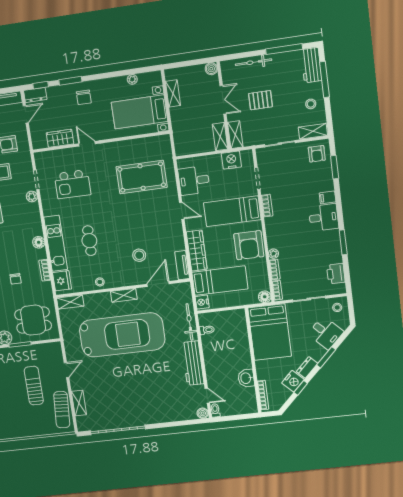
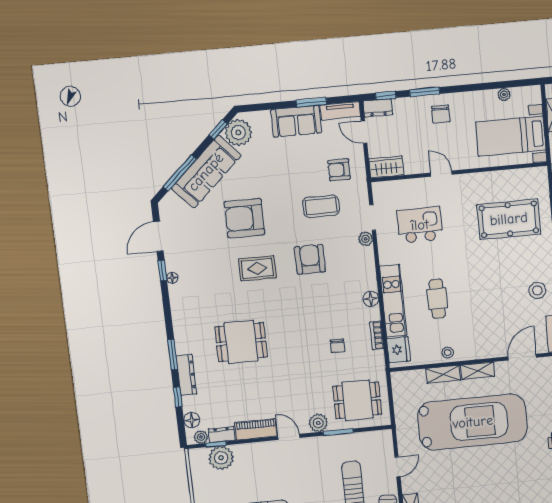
door: (26, 114) -> (364, 132), swing flipped
wardrobe: (60, 138) -> (386, 167), moved
kitchen island: (73, 184) -> (420, 225), turned 180
stool: (139, 255) -> (537, 290), moved
shelving: (70, 302) -> (443, 374), moved

